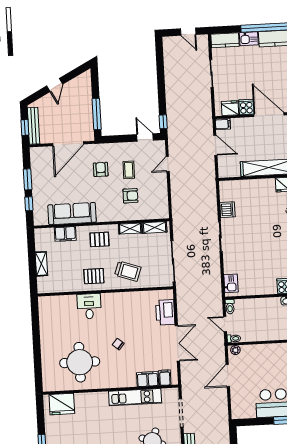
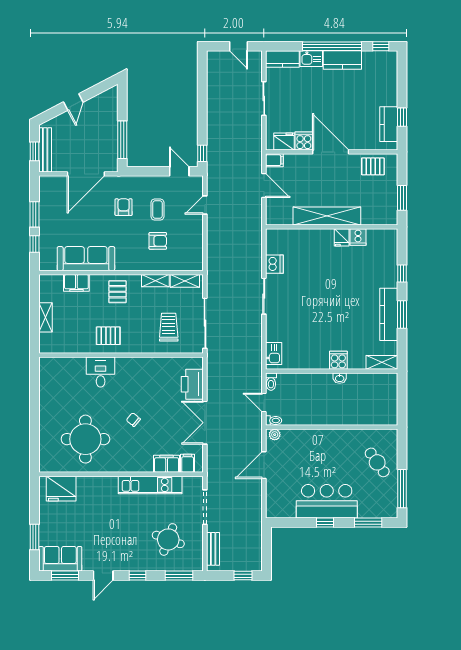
pallet: (99, 239) -> (117, 292), turned 90
trolley: (128, 271) -> (169, 327), moved, turned -109
double door: (177, 343) -> (205, 423), swing flipped

